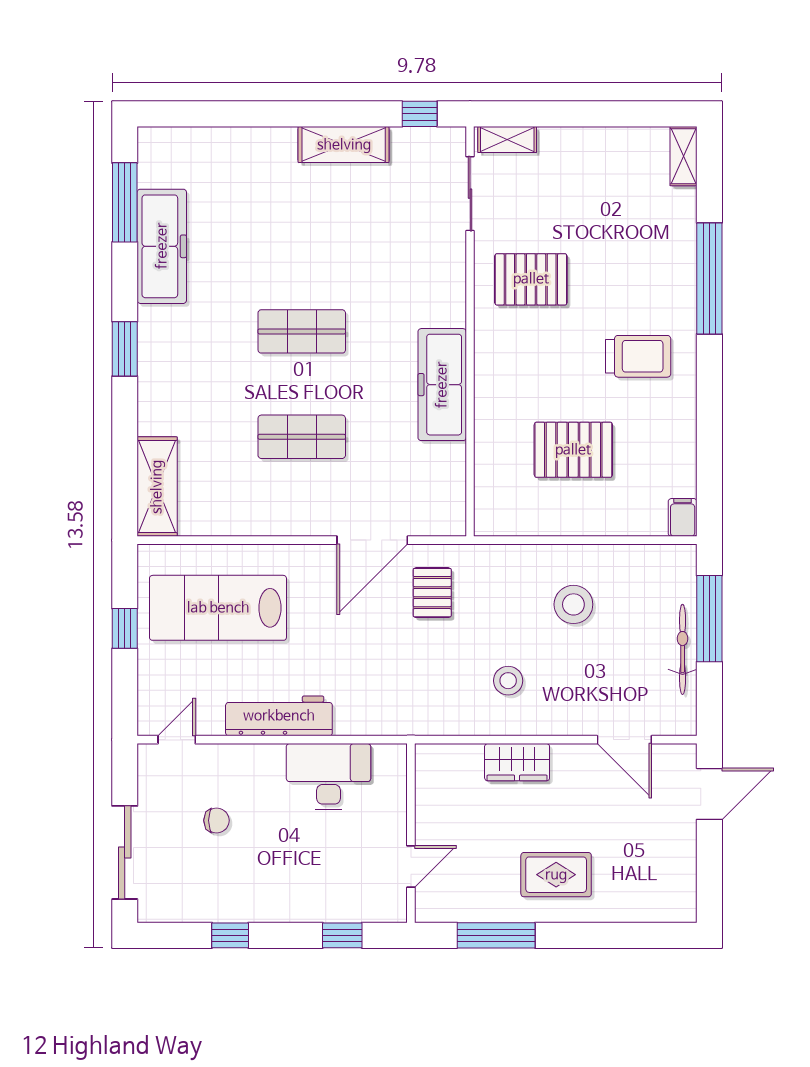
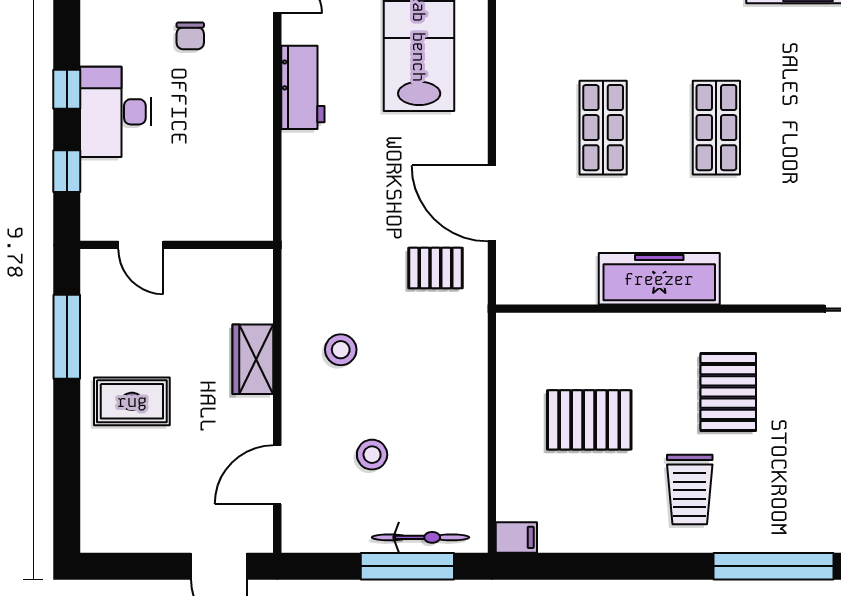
pallet: (531, 279) -> (728, 392), moved
pallet: (573, 450) -> (589, 420), turned 90
stool: (573, 604) -> (372, 455), moved, width x0.73, depth x0.73
bicycle: (683, 649) -> (421, 537), moved
workbench: (279, 716) -> (303, 87), width x0.73
desk: (328, 776) -> (116, 112), moved, turned 180
rug: (556, 875) -> (132, 401), turned 90
window: (230, 935) -> (67, 89), moved

